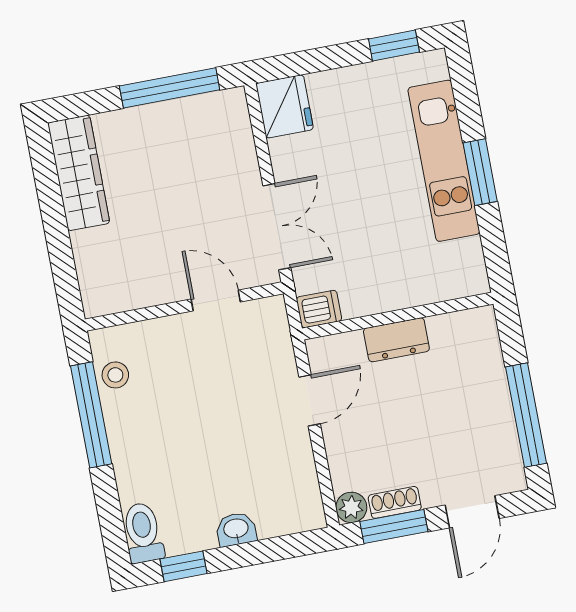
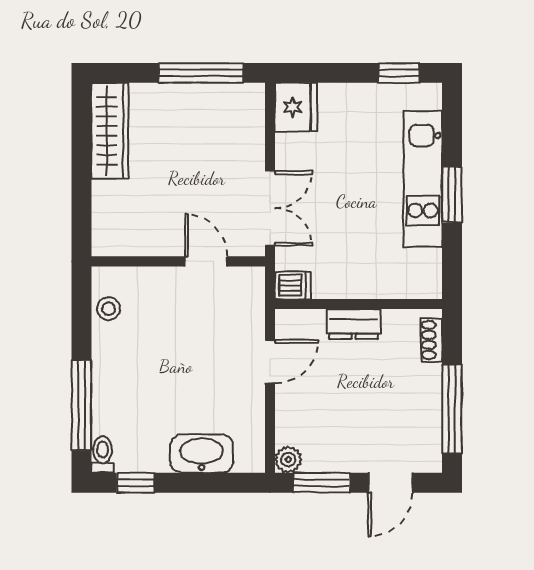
window: (91, 415) -> (81, 405), moved
shoe rack: (395, 502) -> (431, 340), moved, turned -90
washbasin: (236, 529) -> (202, 454), width x1.91, depth x1.45
toilet: (143, 533) -> (103, 455), width x0.73, depth x0.72

